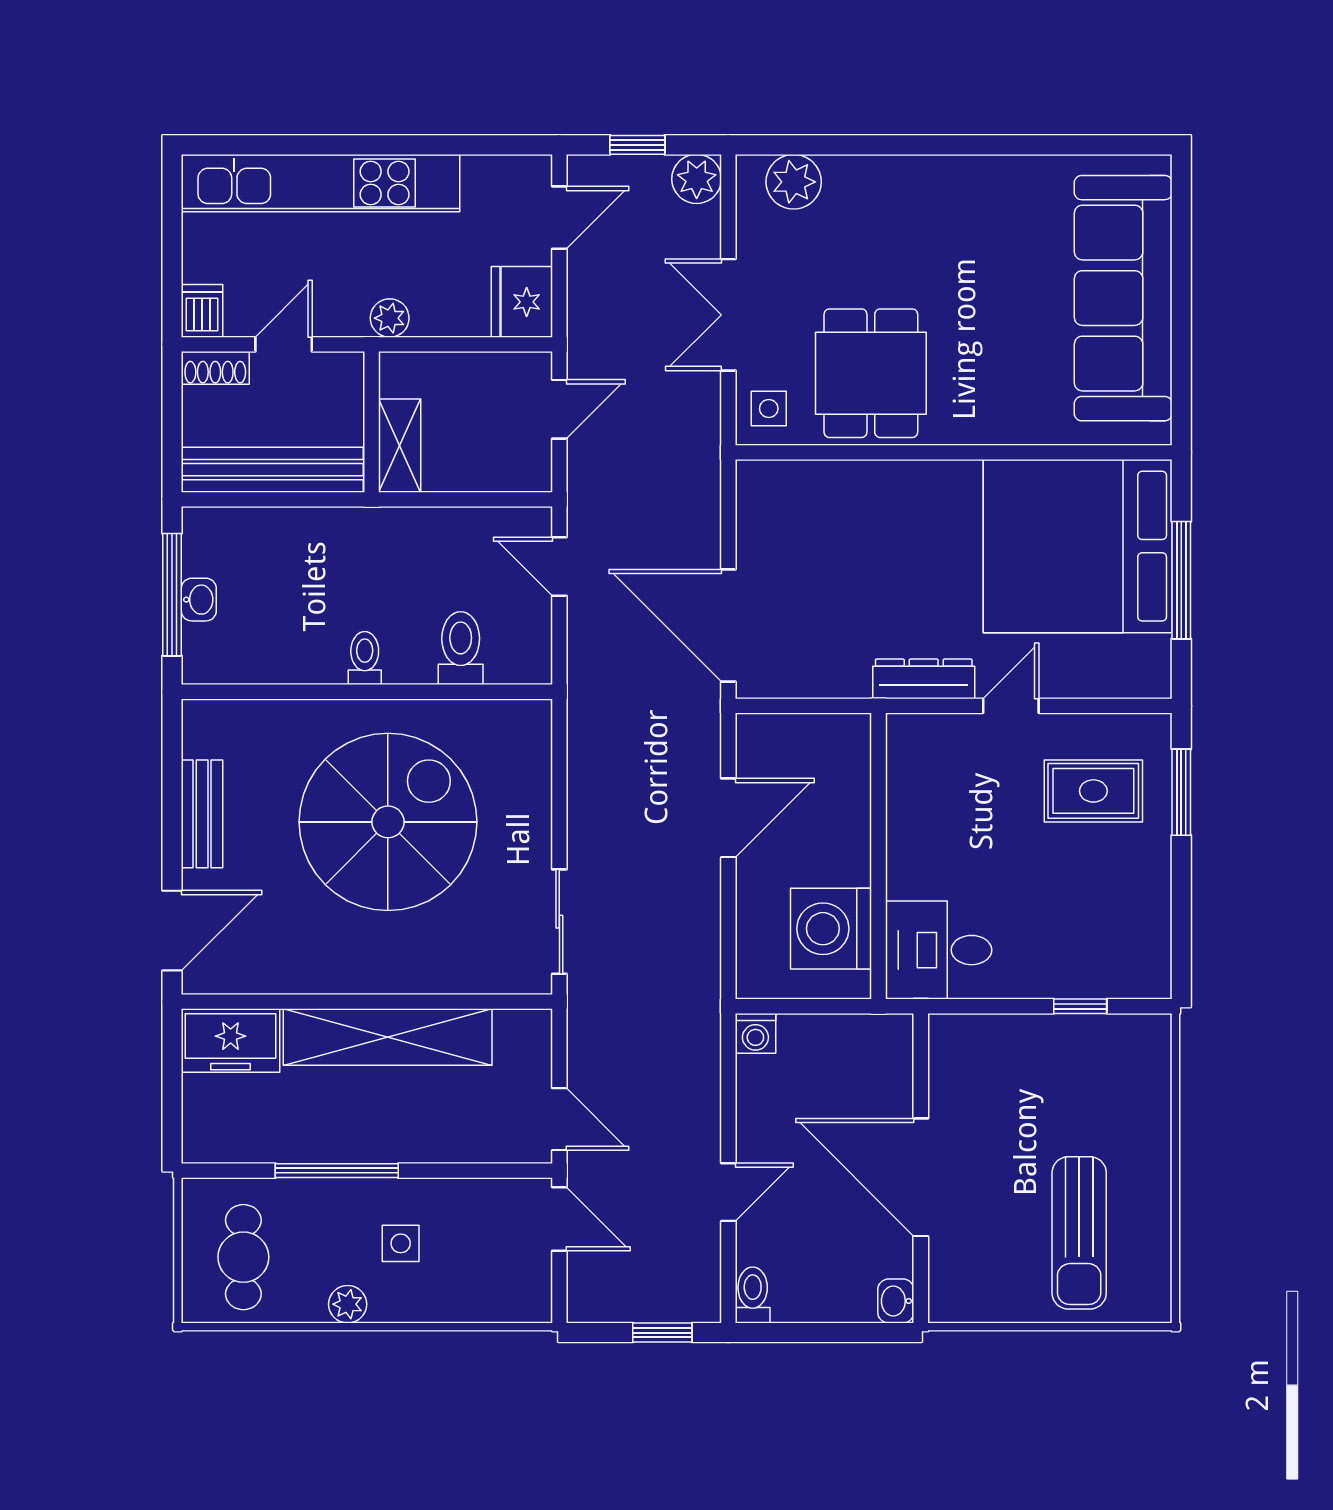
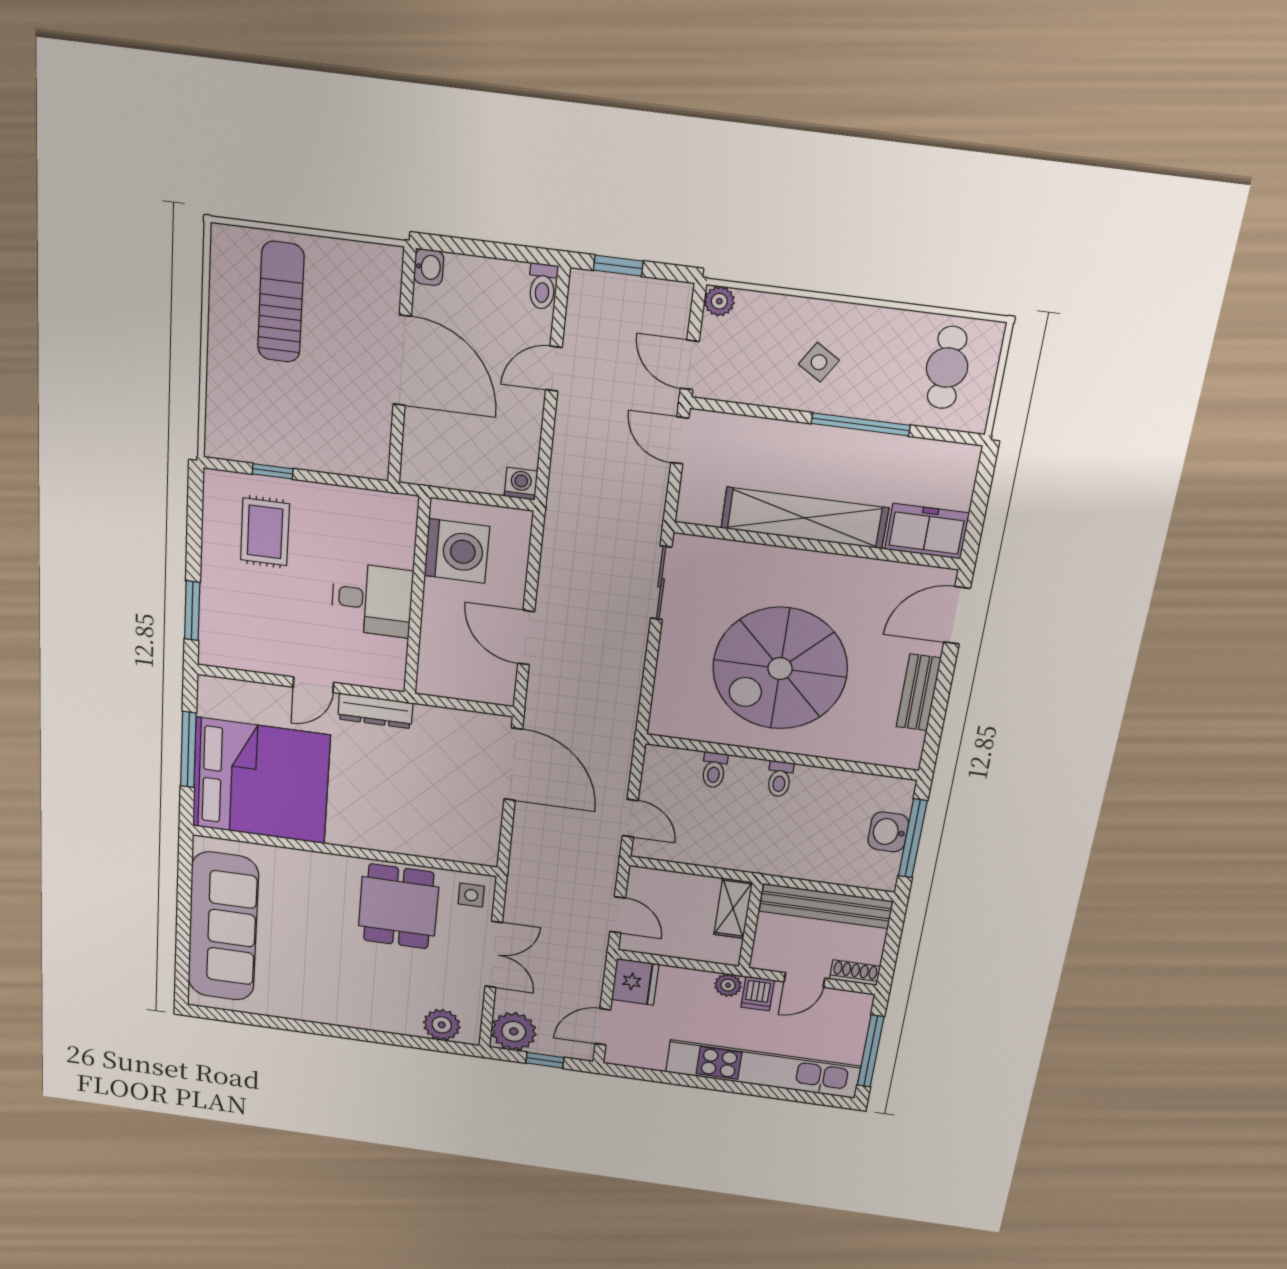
plant: (697, 179) -> (514, 1031), width x1.36, depth x1.36
window: (172, 240) -> (871, 1051), added
dishwasher: (202, 311) -> (758, 994), moved
door: (559, 409) -> (618, 915), swing flipped
washbasin: (199, 600) -> (888, 832), width x1.38, depth x1.45
toilet: (461, 648) -> (714, 770), width x0.73, depth x0.72
rug: (1093, 791) -> (265, 532), moved, turned 90
door: (728, 818) -> (526, 638), hinge flipped
desk: (939, 950) -> (372, 600), moved
side table: (401, 1243) -> (819, 362), turned 32
plant: (348, 1304) -> (719, 301), moved

